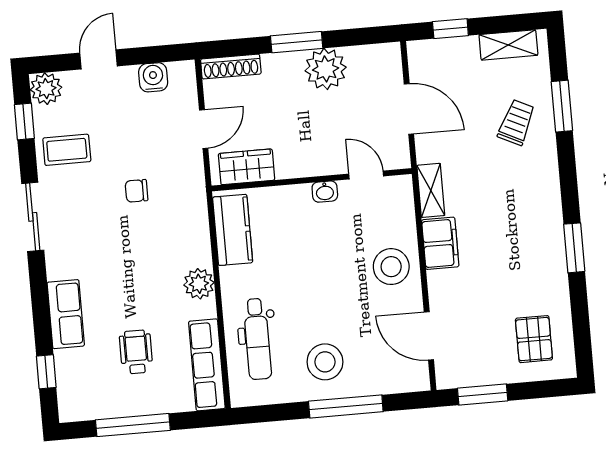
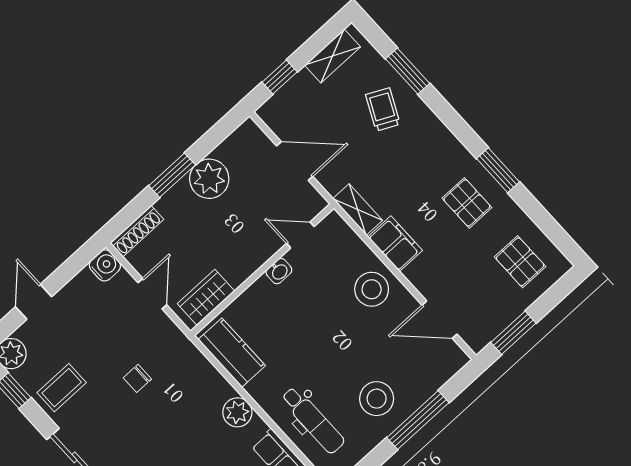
water cooler: (153, 77) -> (105, 265), moved, turned 90
pallet: (527, 255) -> (467, 203), added

